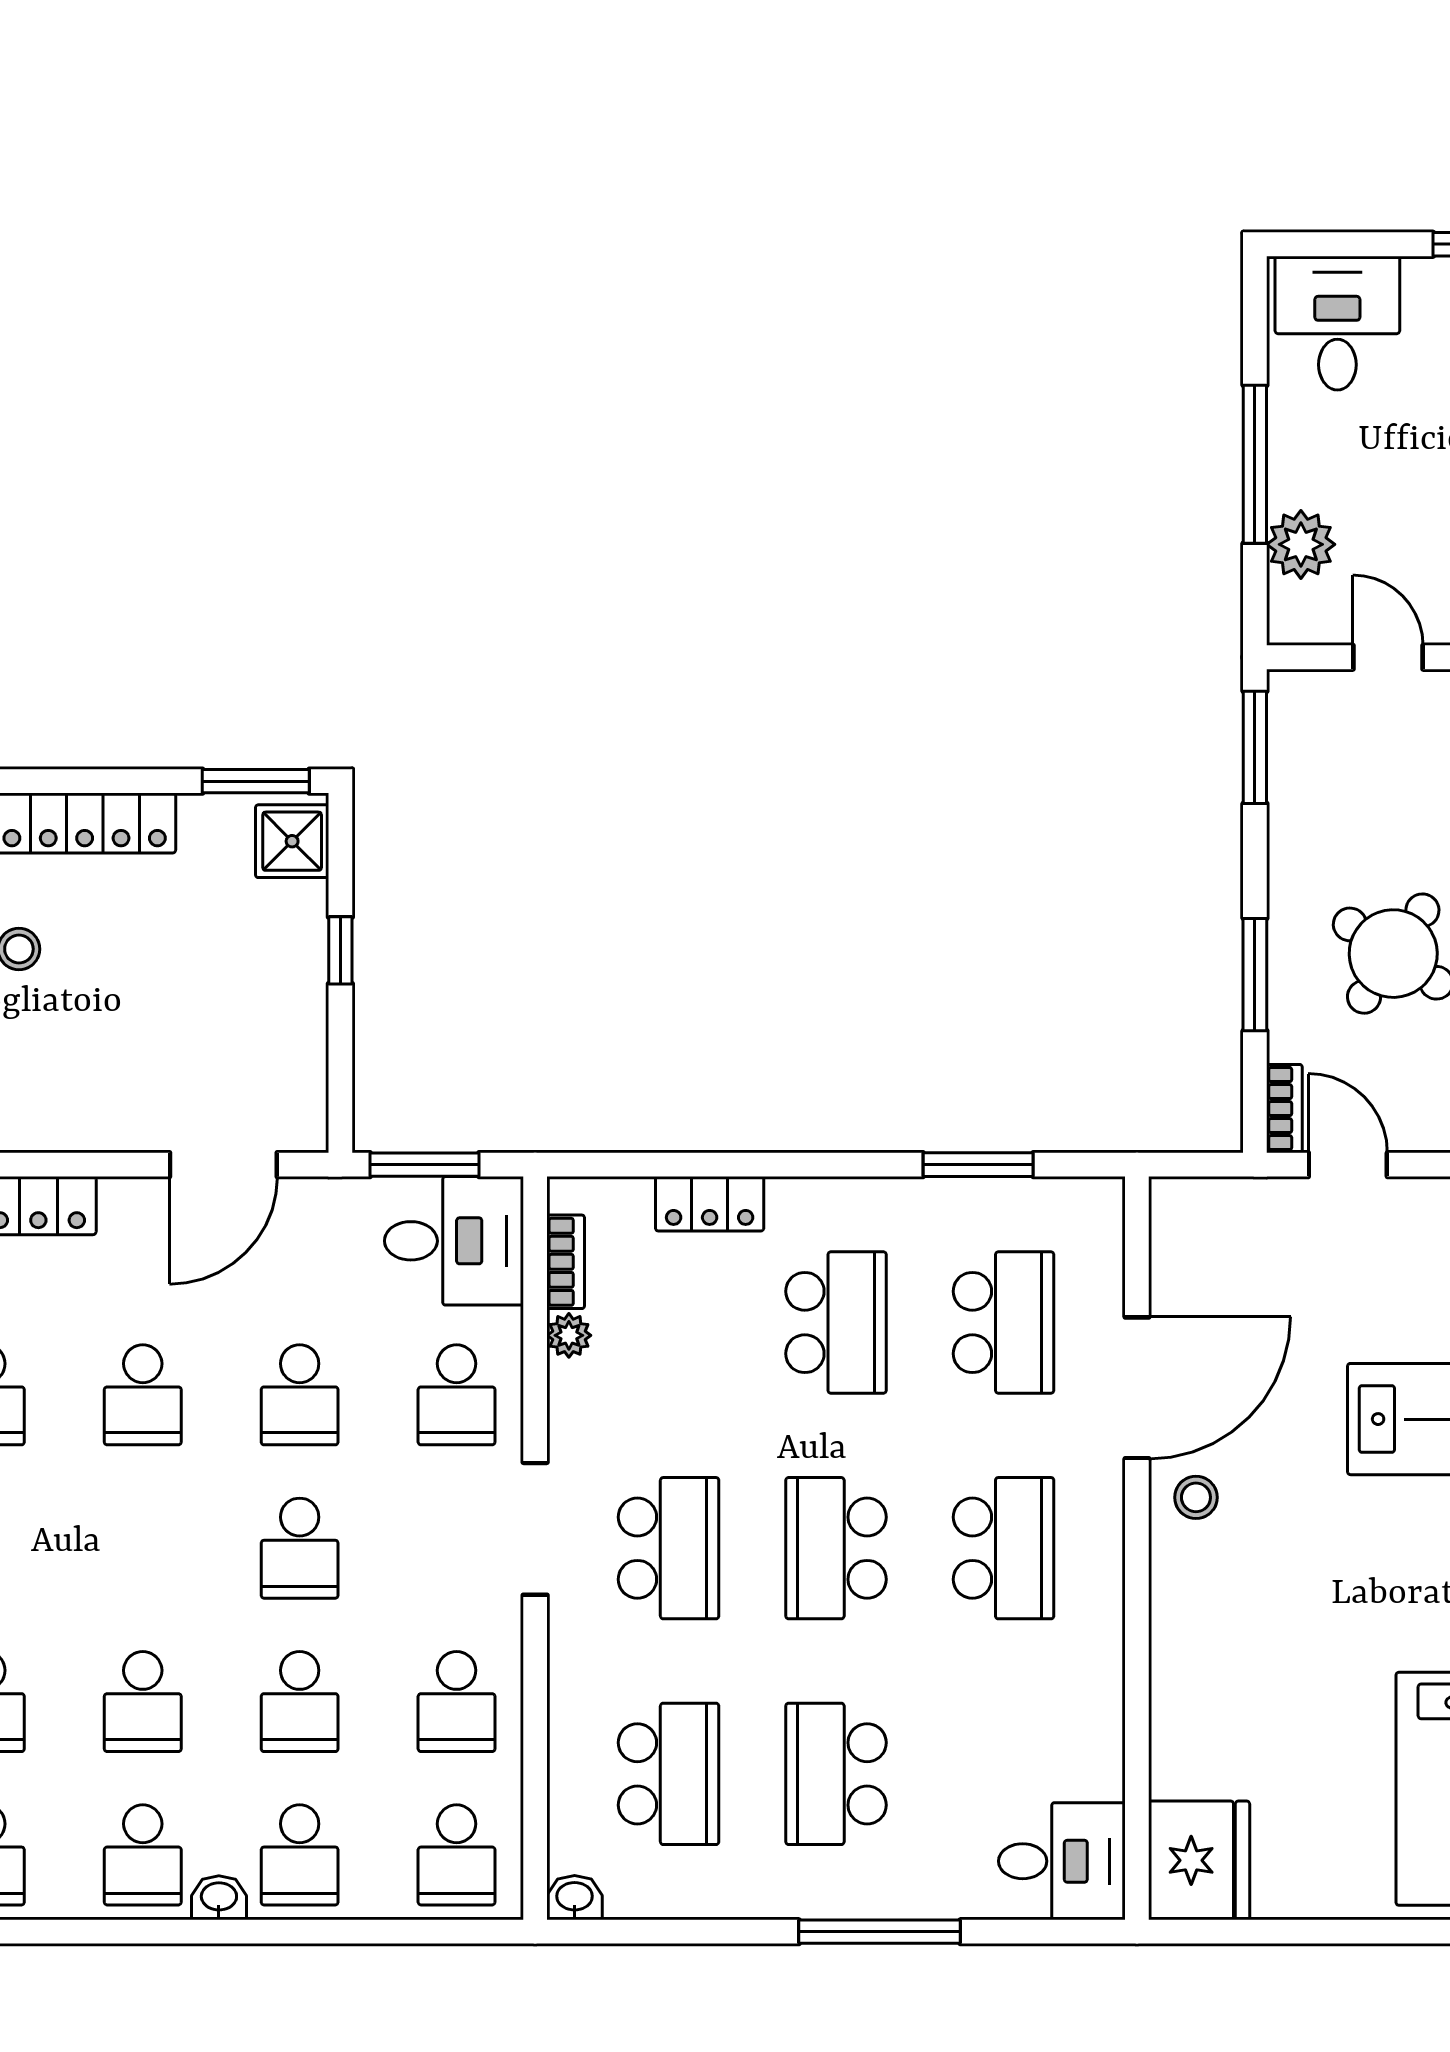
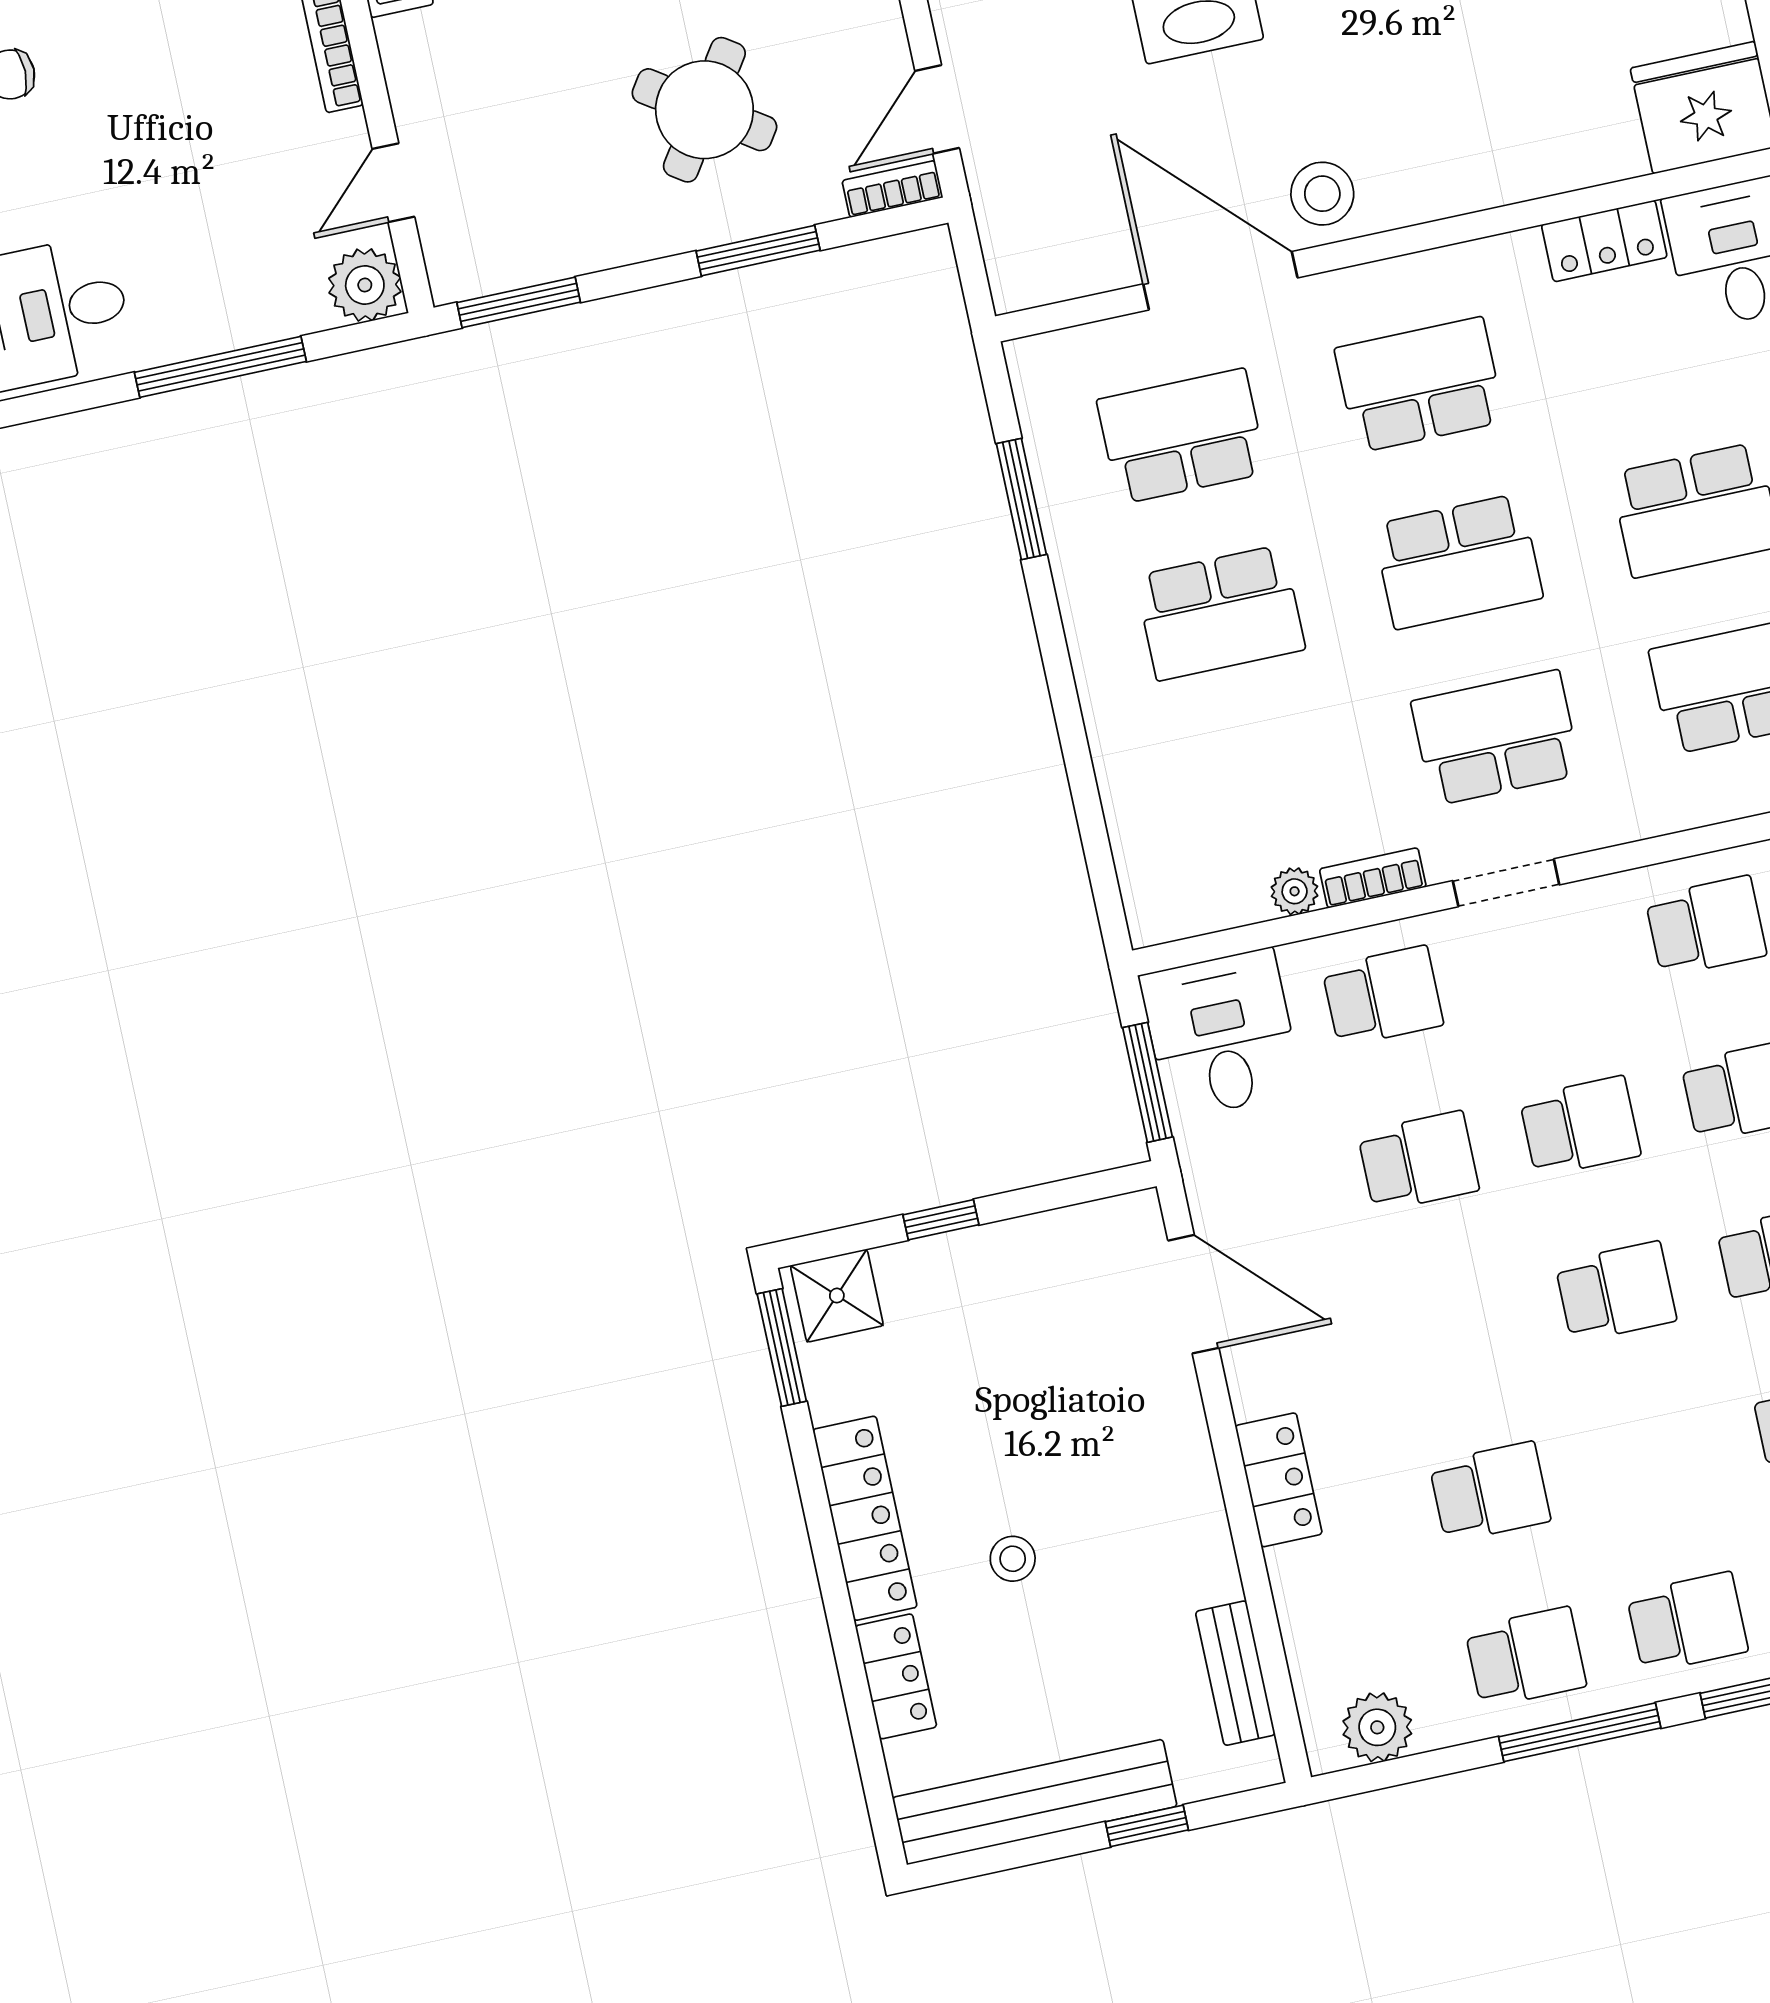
plant: (1301, 544) -> (365, 285), moved
locker: (710, 1204) -> (1604, 241), moved, turned 90
bookcase: (566, 1262) -> (1373, 878), moved
school desk: (836, 1322) -> (1220, 613), turned 180
school desk: (143, 1395) -> (1616, 1292), moved
stool: (1196, 1497) -> (1322, 194), width x1.37, depth x1.37
doorway: (535, 1529) -> (1506, 883), width x0.73

